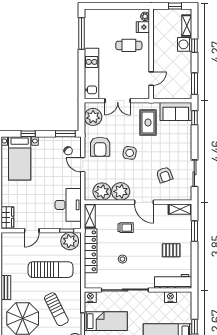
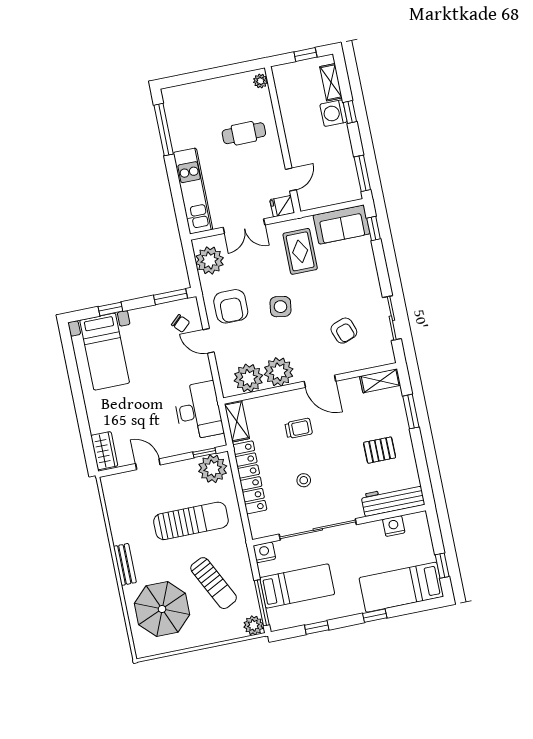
fridge: (143, 27) -> (282, 206), moved
door: (32, 231) -> (148, 464), swing flipped

